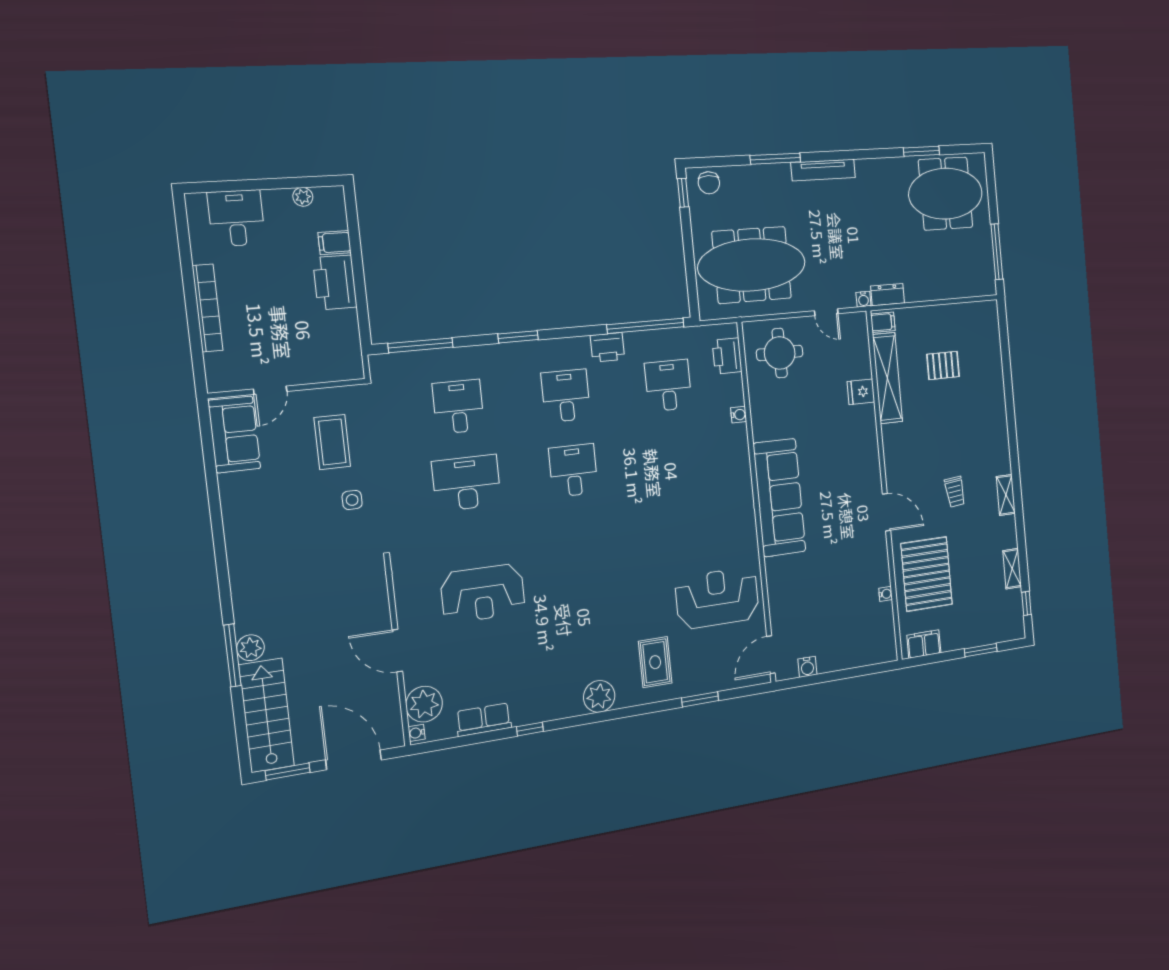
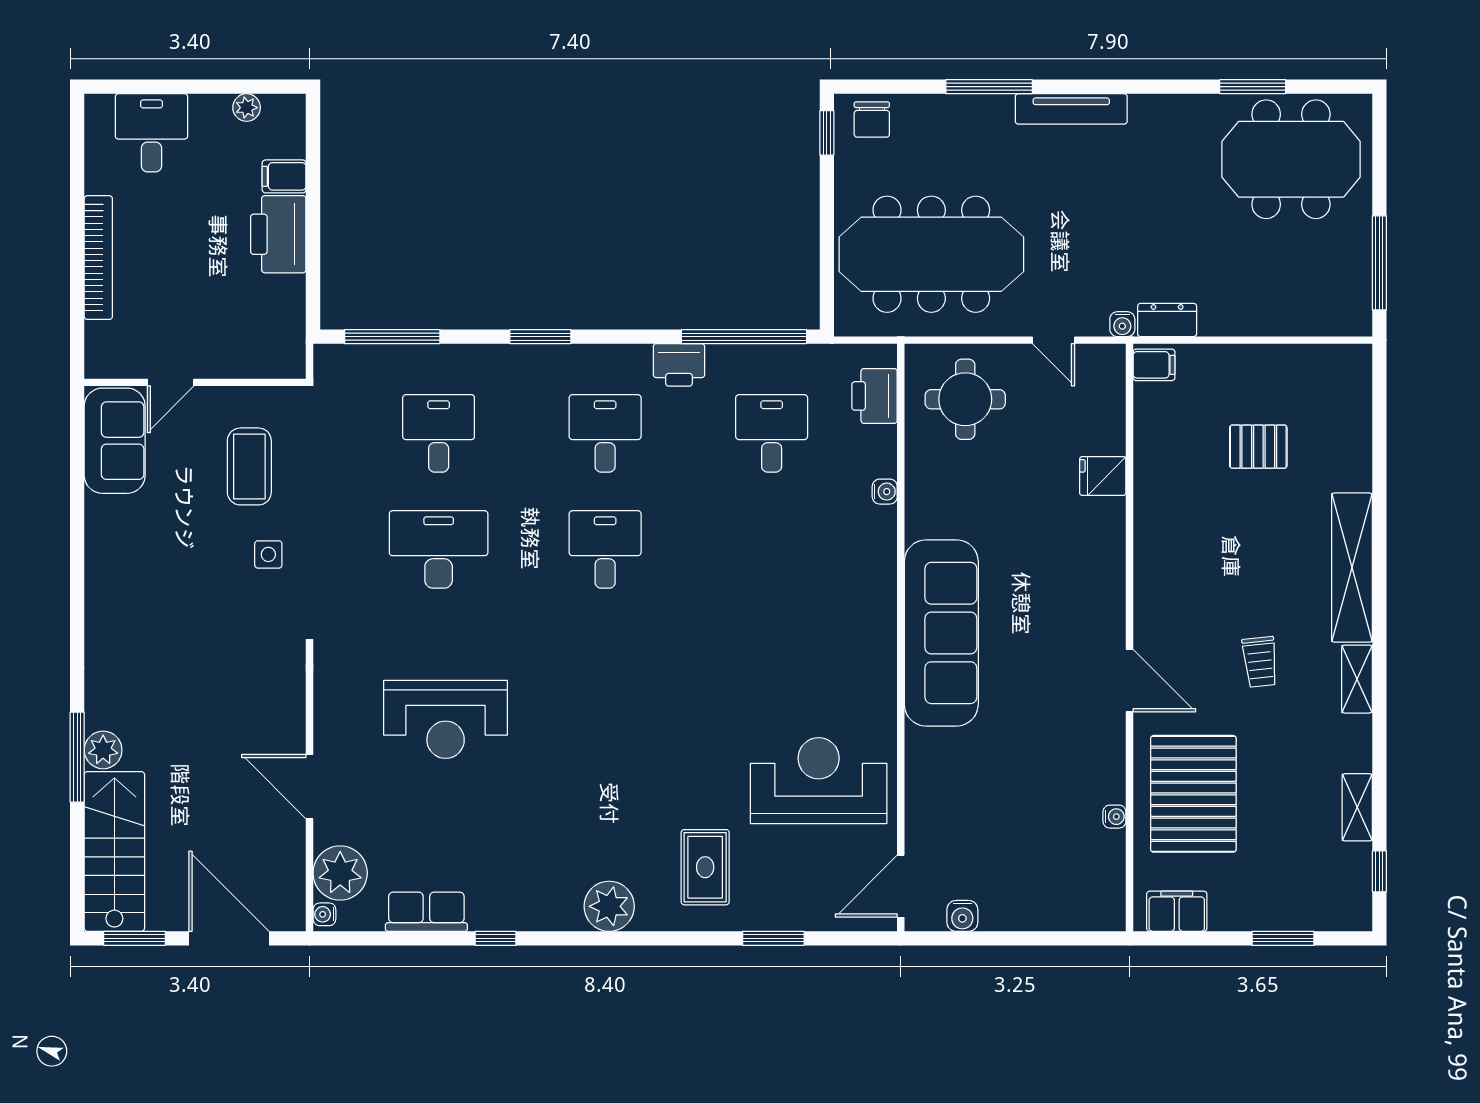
shelving: (888, 378) -> (1352, 568), moved

